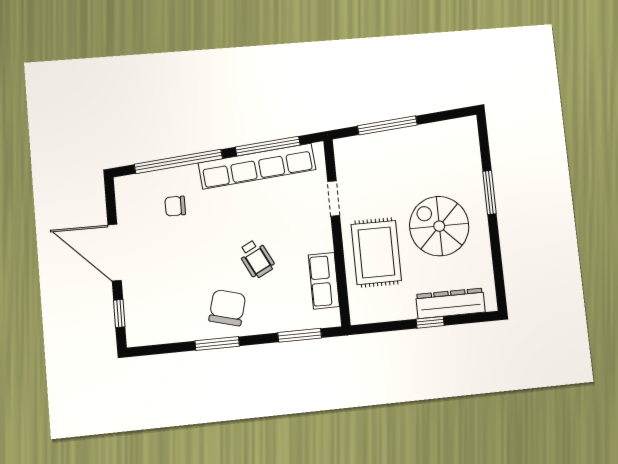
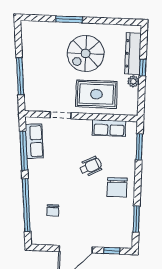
row of seats: (257, 166) -> (34, 141), width x0.50
chair: (227, 308) -> (117, 187), turned -105
plant: (406, 310) -> (133, 81), added
window: (217, 344) -> (136, 219), moved

